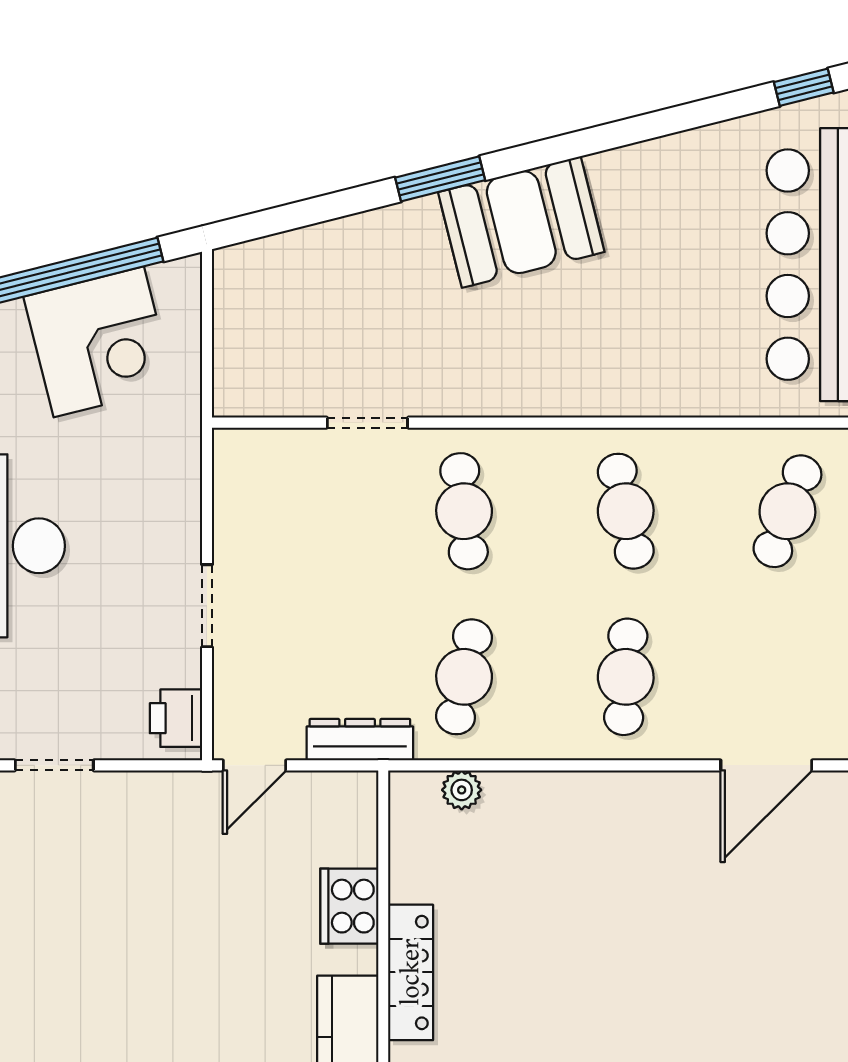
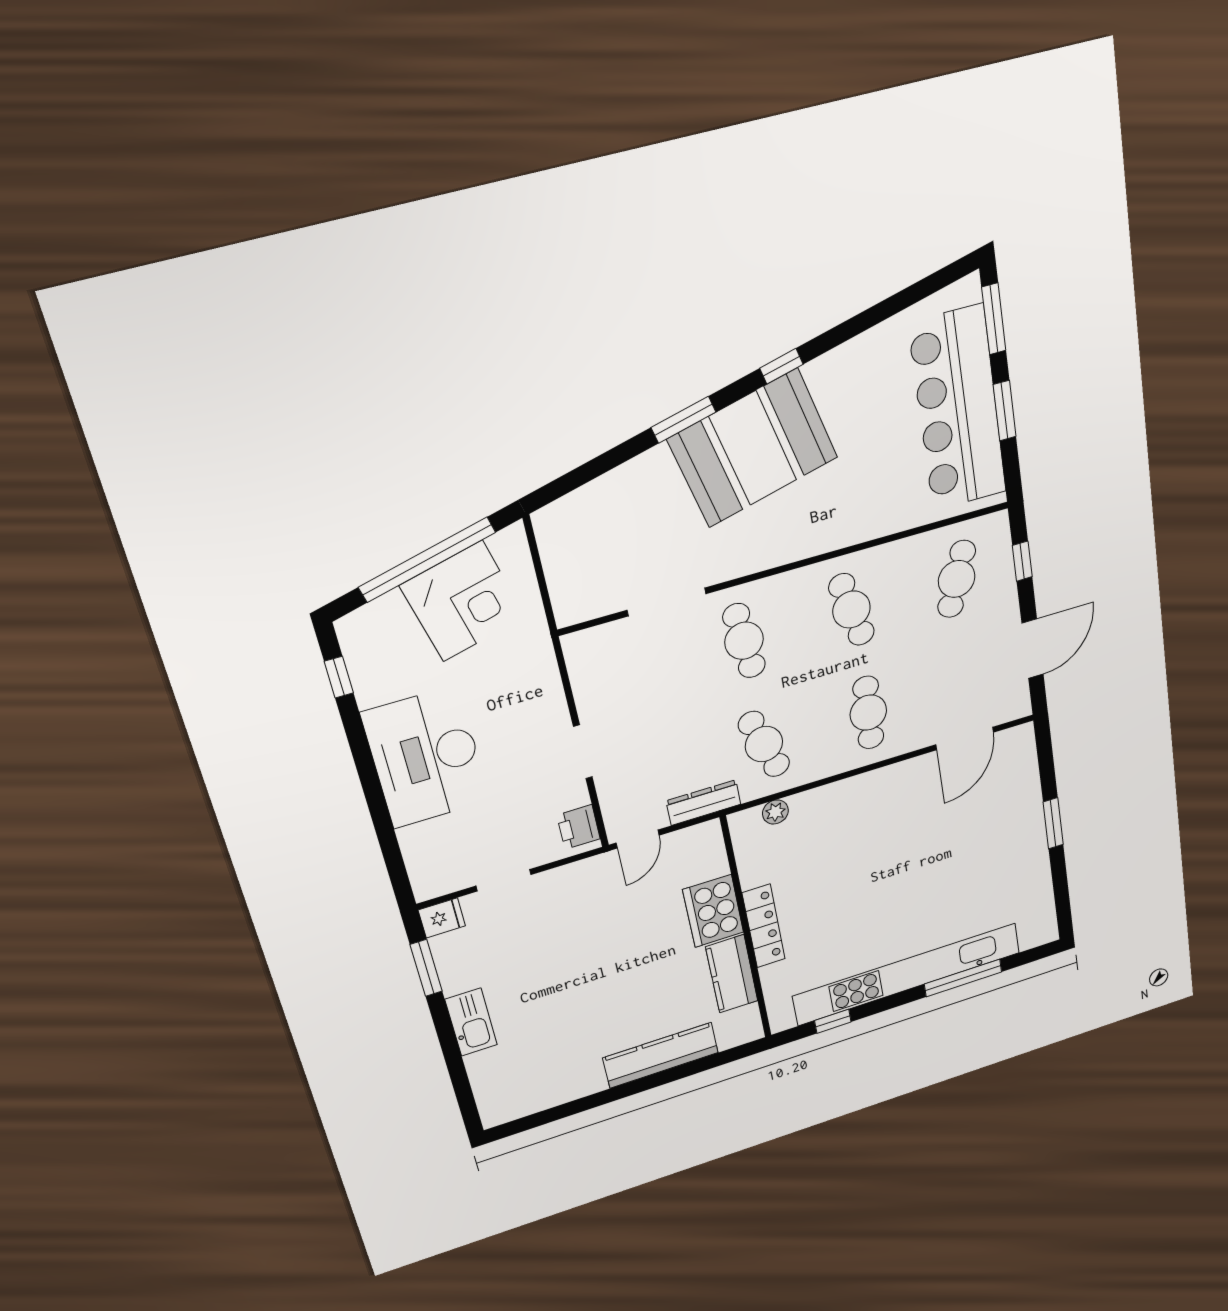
window: (804, 87) -> (781, 366), moved
booth: (521, 222) -> (753, 448), width x1.36, depth x1.42
doorway: (367, 423) -> (667, 602), width x1.38
cafe table: (464, 677) -> (764, 744), turned -30
cooker: (349, 906) -> (713, 911), width x1.37, depth x1.31

